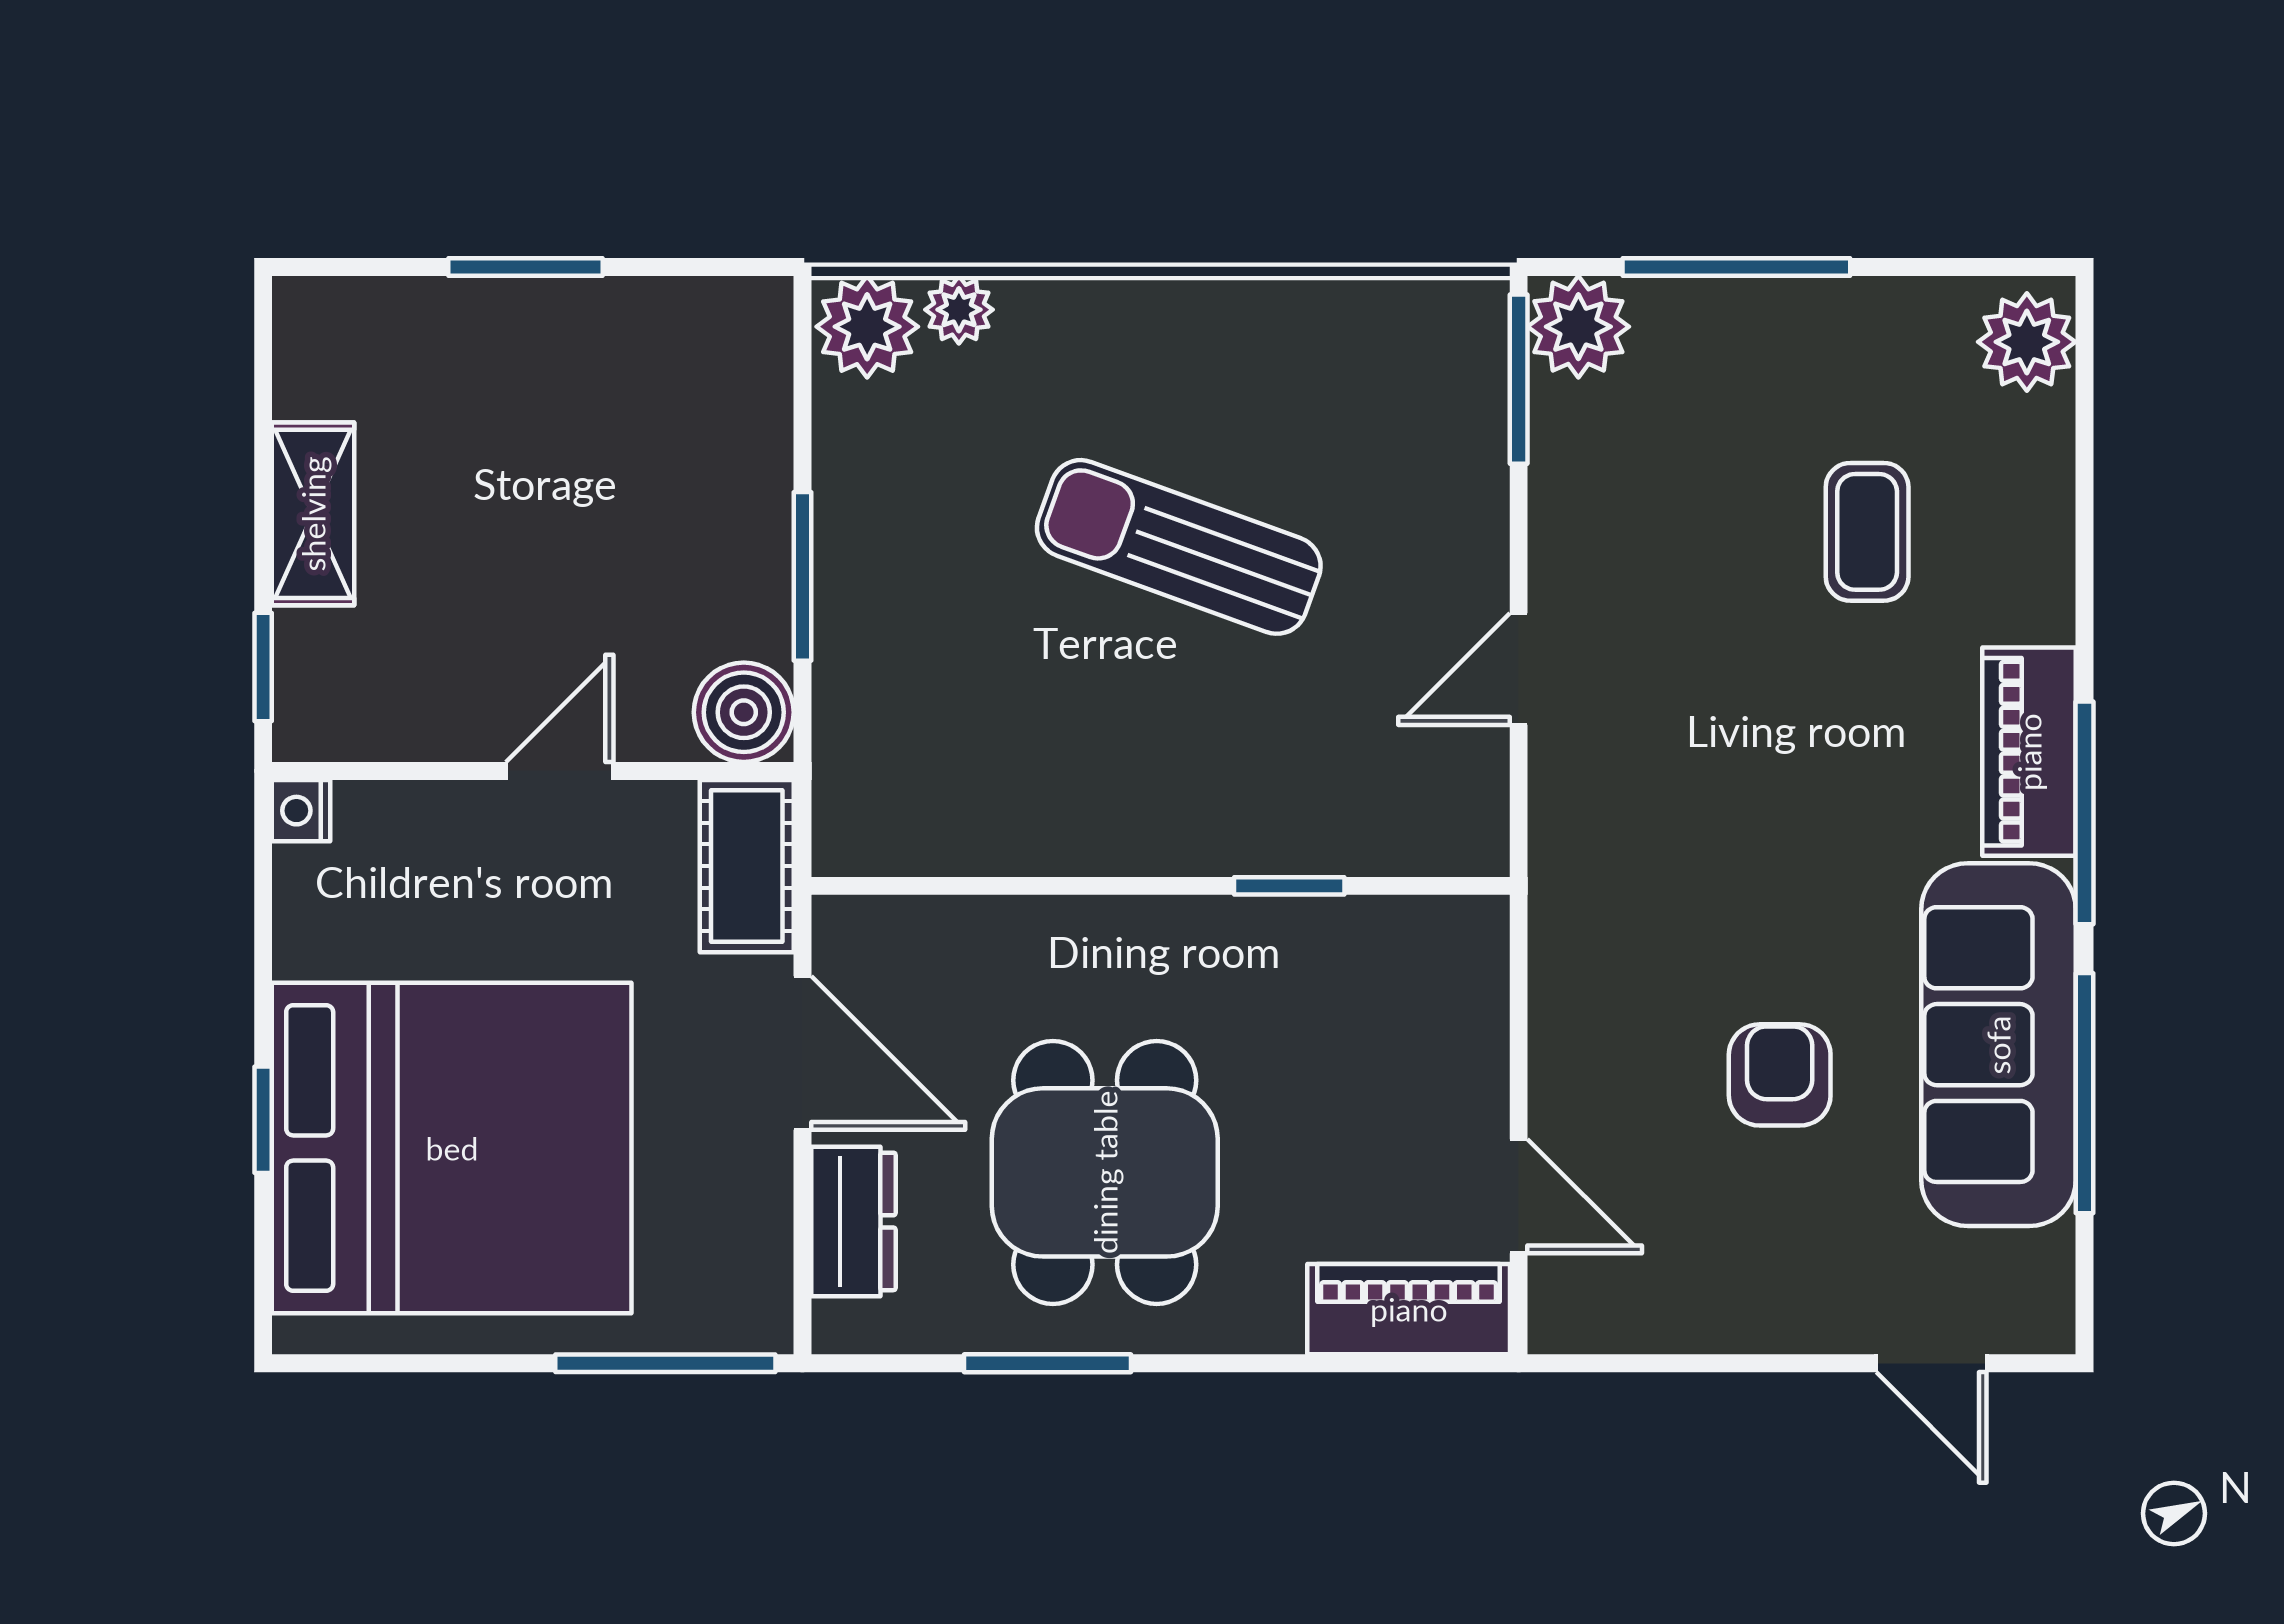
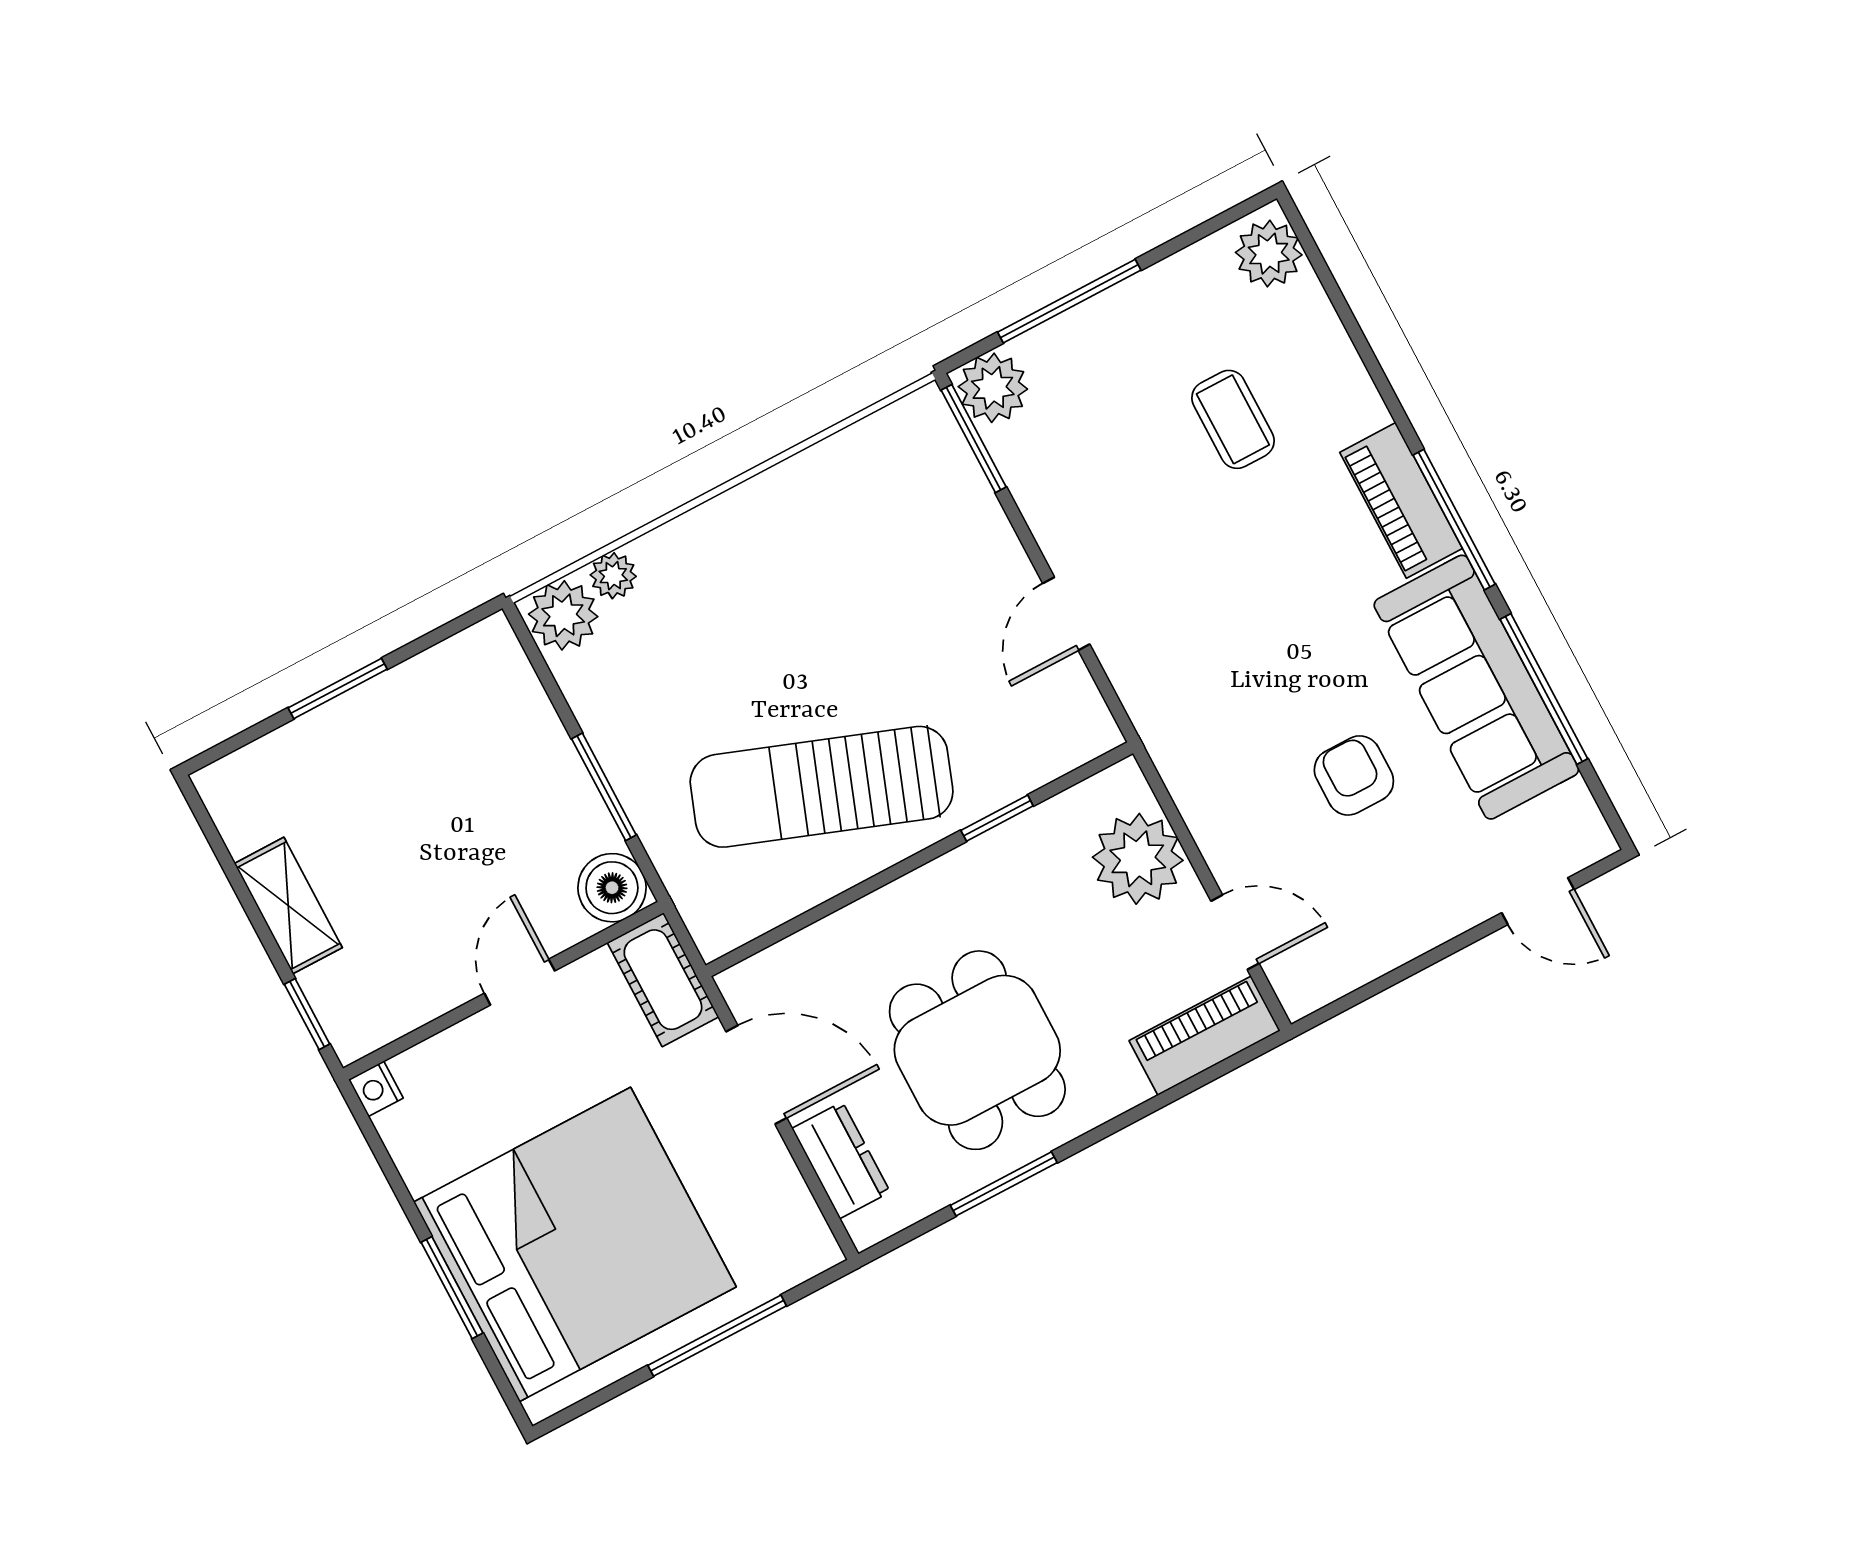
sun lounger: (1179, 547) -> (822, 787), moved, width x1.36, depth x1.34
plant: (1443, 1035) -> (1138, 859), added
window: (263, 1120) -> (452, 1288), width x1.50
window: (665, 1363) -> (717, 1336), moved

